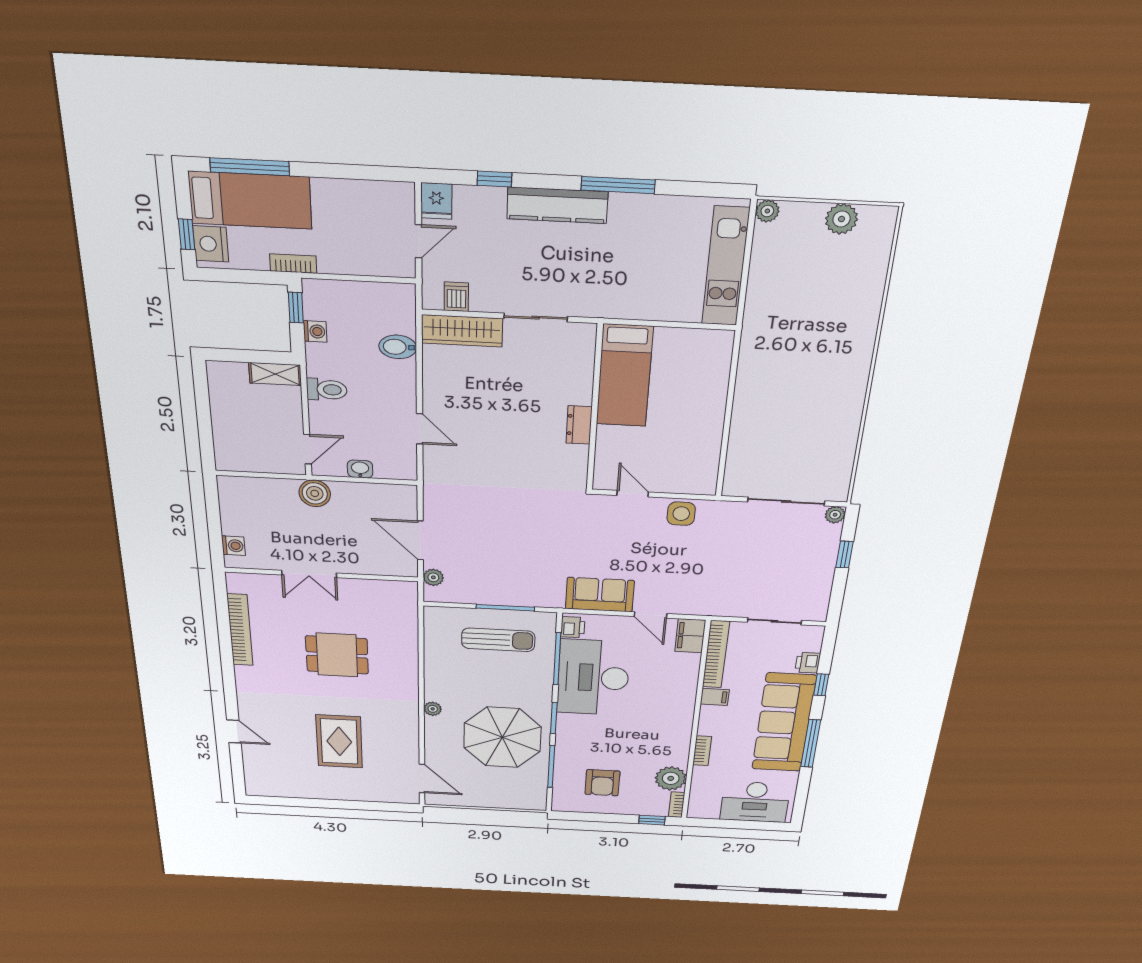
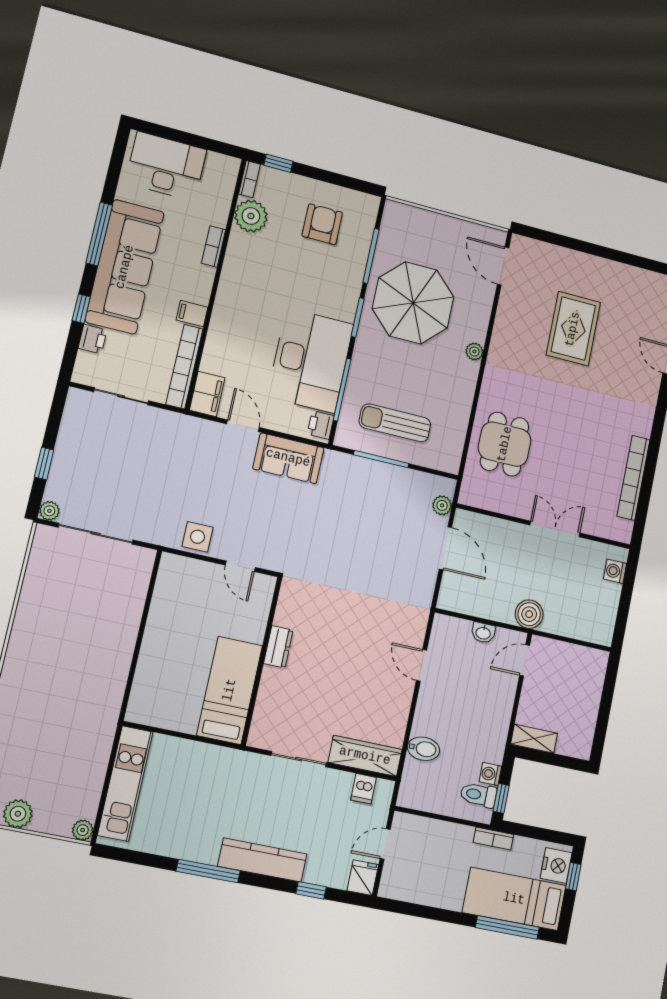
toilet: (327, 390) -> (478, 795), moved
dining table: (337, 655) -> (505, 444), moved, turned 90

